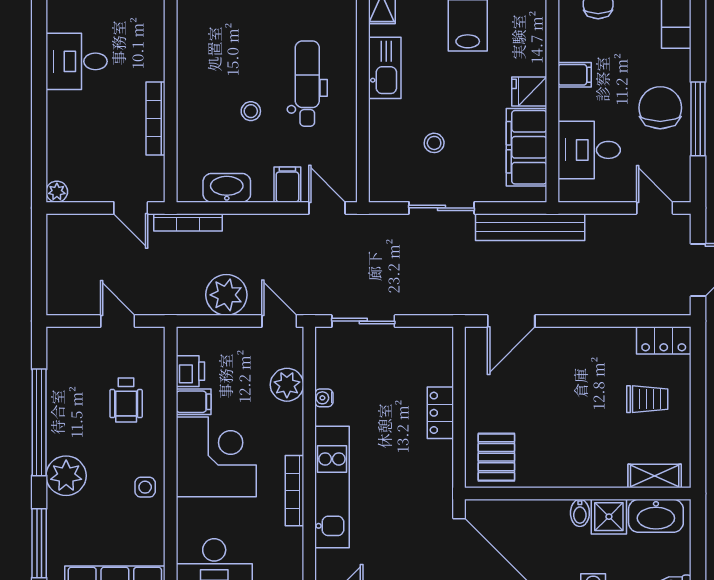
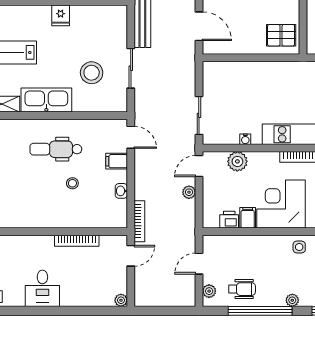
kitchen sink: (385, 68) -> (46, 100), width x1.36, depth x1.24
stool: (434, 143) -> (92, 73), width x1.89, depth x1.89
filing cabinet: (526, 147) -> (94, 17), removed
washbasin: (227, 188) -> (121, 191), width x0.52, depth x0.69
door: (327, 208) -> (131, 137), swing flipped
plant: (226, 295) -> (189, 192), width x0.53, depth x0.53
plant: (72, 338) -> (209, 291), added
wheelchair: (126, 400) -> (242, 289), moved
locker: (440, 413) -> (254, 69), removed
plant: (66, 476) -> (292, 300), width x0.53, depth x0.53

